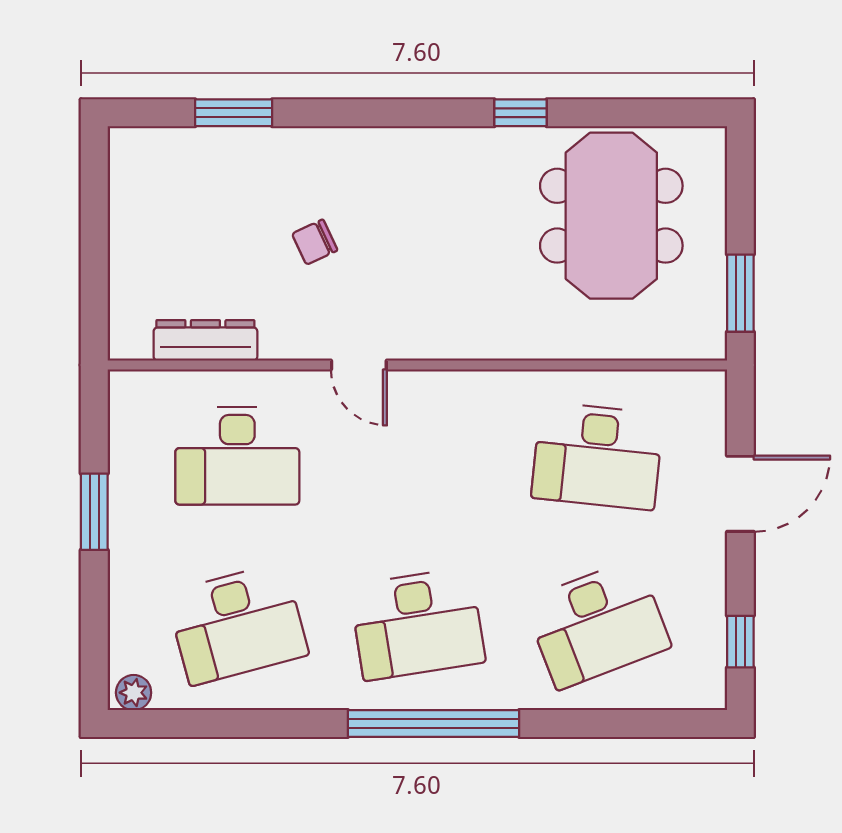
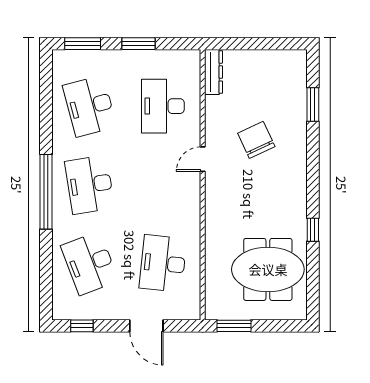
chair: (315, 242) -> (256, 140), width x1.87, depth x1.87
dresser: (205, 340) -> (213, 72), moved
window: (94, 639) -> (83, 44), added
plant: (134, 693) -> (60, 61), removed

